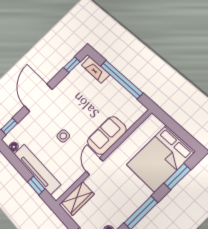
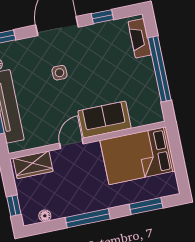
window: (72, 65) -> (102, 17), moved
side table: (63, 136) -> (60, 73), moved
bed: (160, 158) -> (138, 156), moved

